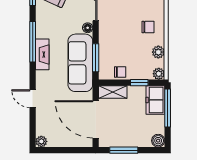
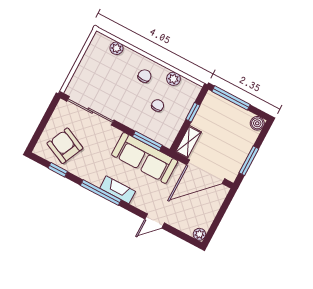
floor lamp: (88, 28) -> (115, 133), removed
chair: (120, 72) -> (158, 105), moved
plant: (159, 74) -> (194, 89), removed
freezer: (155, 100) -> (217, 106), removed

